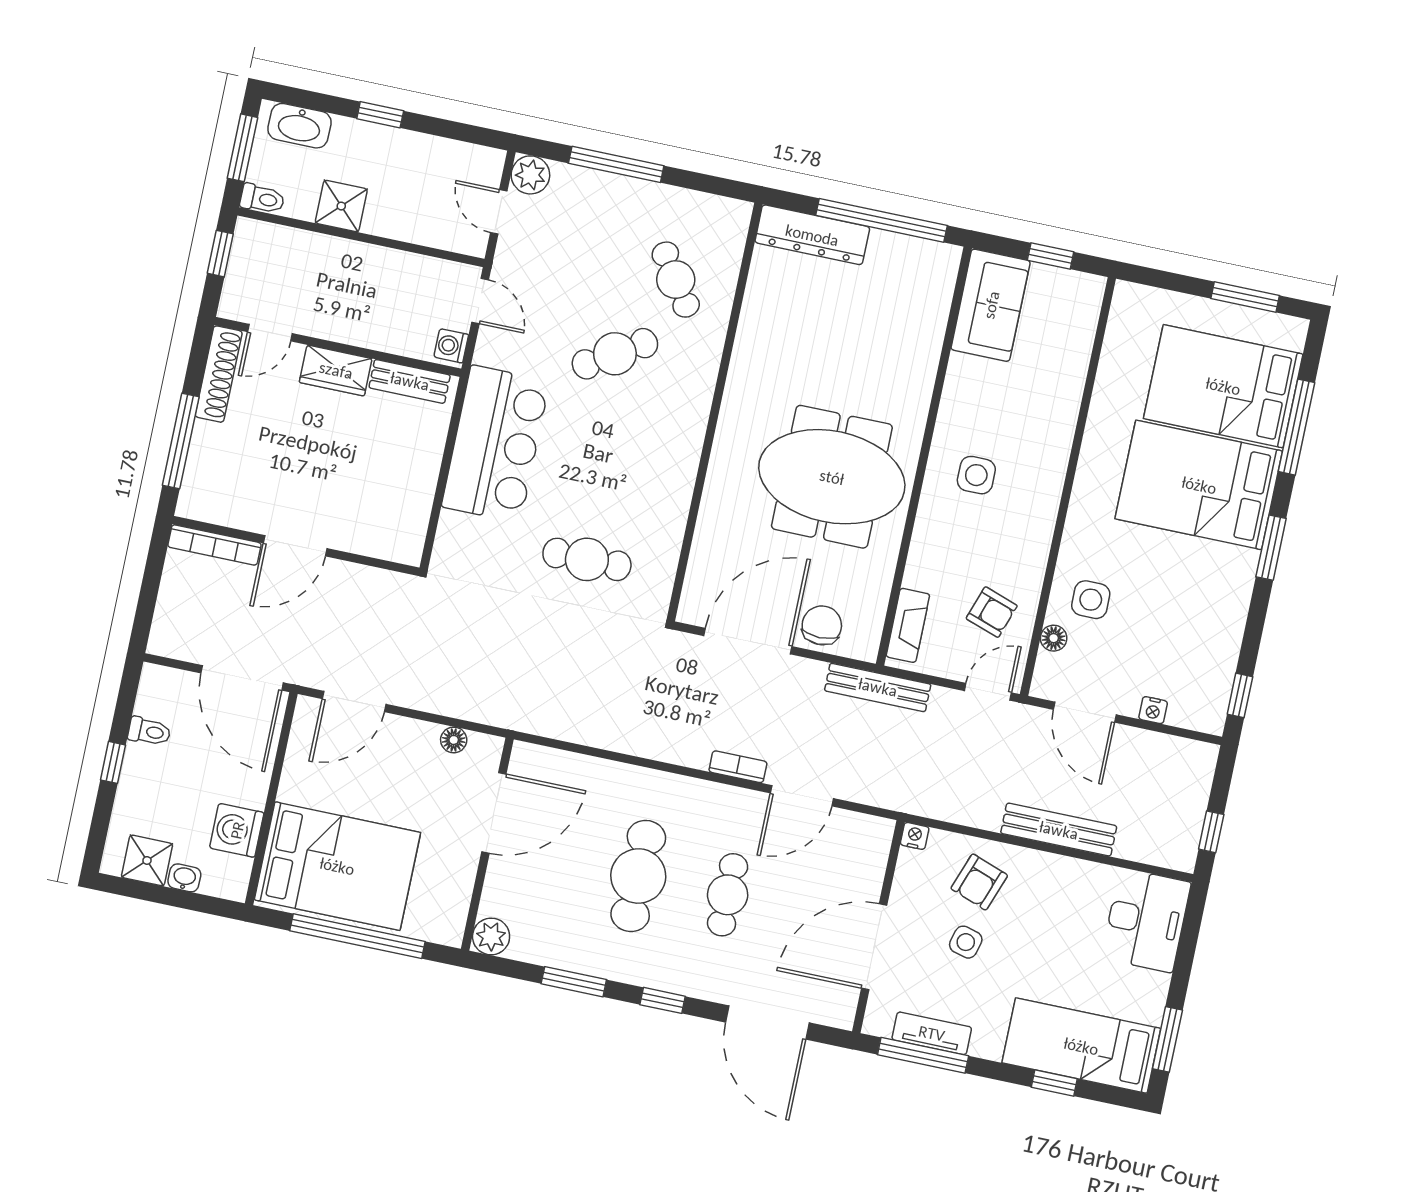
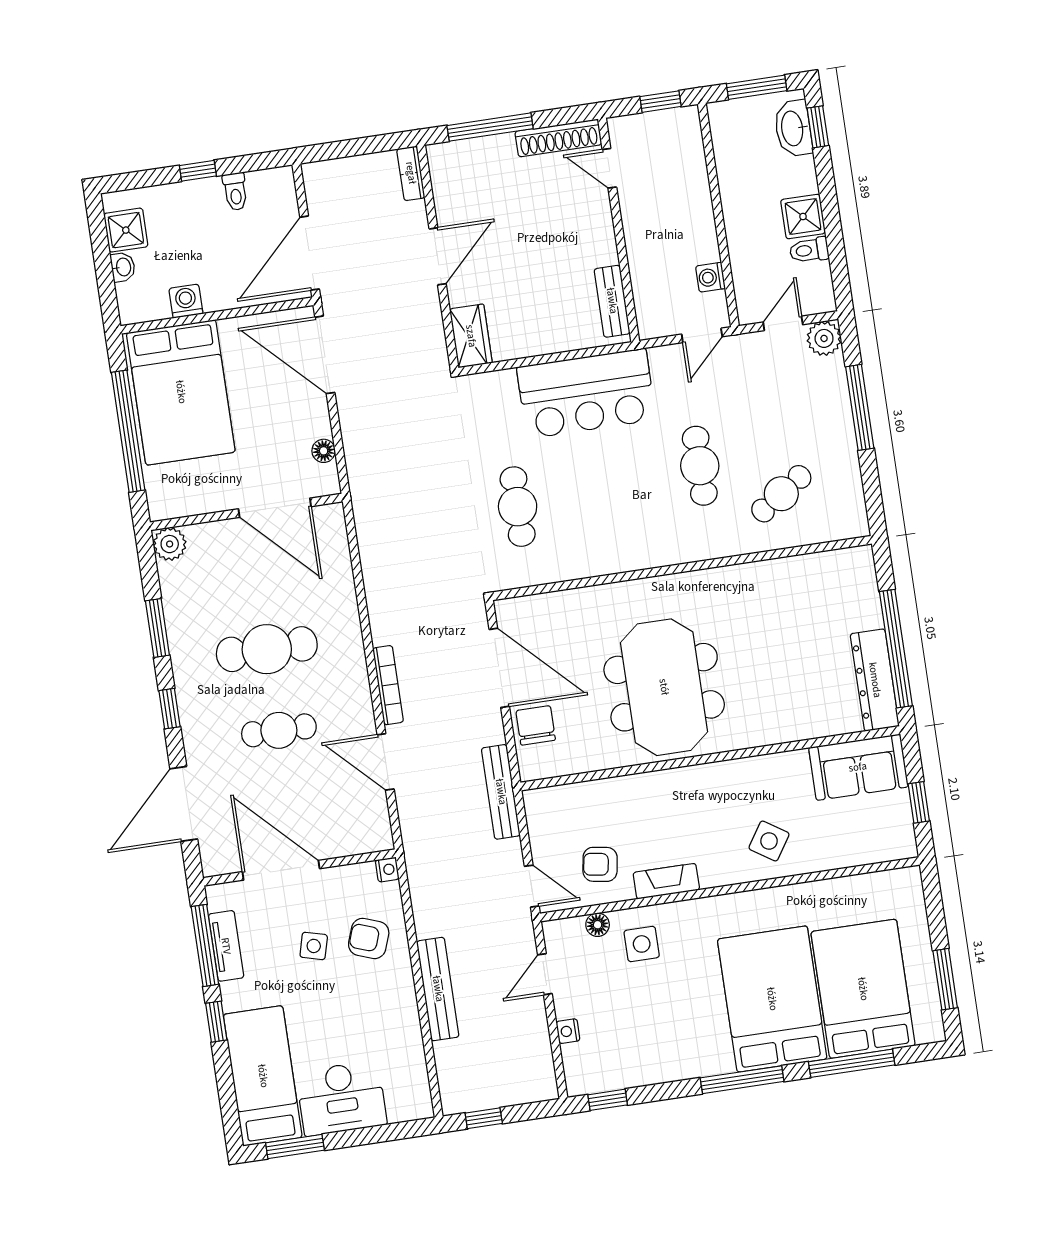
window: (380, 115) -> (818, 127), moved
toilet: (262, 199) -> (809, 250), moved, turned 90
shower: (341, 206) -> (803, 217), moved
dresser: (812, 235) -> (875, 680), moved
washing machine: (451, 346) -> (710, 277), moved, turned -90
cafe table: (615, 354) -> (700, 466), turned 32
wardrobe: (336, 370) -> (471, 336), moved, turned 180
side table: (976, 475) -> (769, 841), moved, turned 33
bookcase: (214, 545) -> (411, 173), width x0.64
door: (295, 546) -> (438, 256), swing flipped
window: (1271, 548) -> (742, 1080), width x1.44
armchair: (992, 612) -> (600, 864), turned 80
chair: (822, 625) -> (536, 725), turned -90
fireplace: (908, 625) -> (666, 881), moved, turned 180
door: (354, 701) -> (325, 355), width x1.36
door: (1085, 712) -> (545, 974), width x0.73
bookcase: (738, 767) -> (388, 685), width x1.56
washing machine: (237, 830) -> (186, 301), width x0.73, depth x0.73
desk: (1146, 920) -> (341, 1098), moved
window: (1054, 1083) -> (216, 1022), moved

